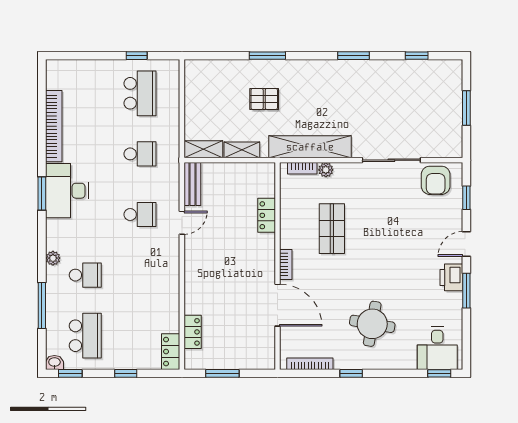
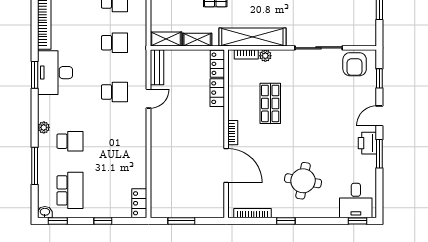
locker: (193, 332) -> (217, 64), moved, turned 180

